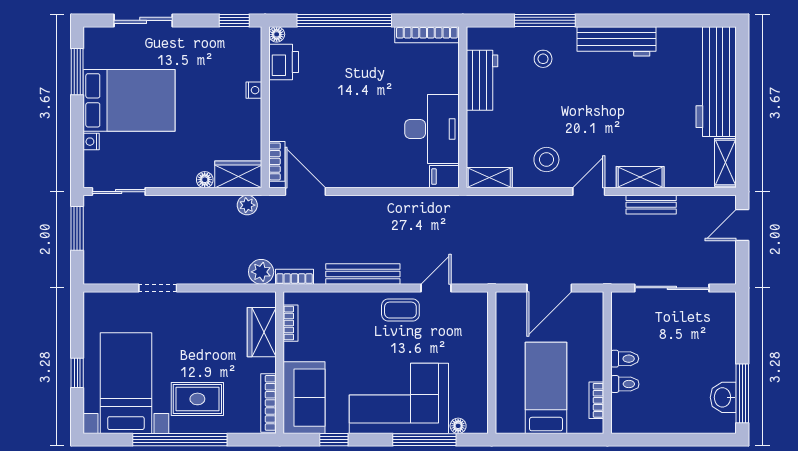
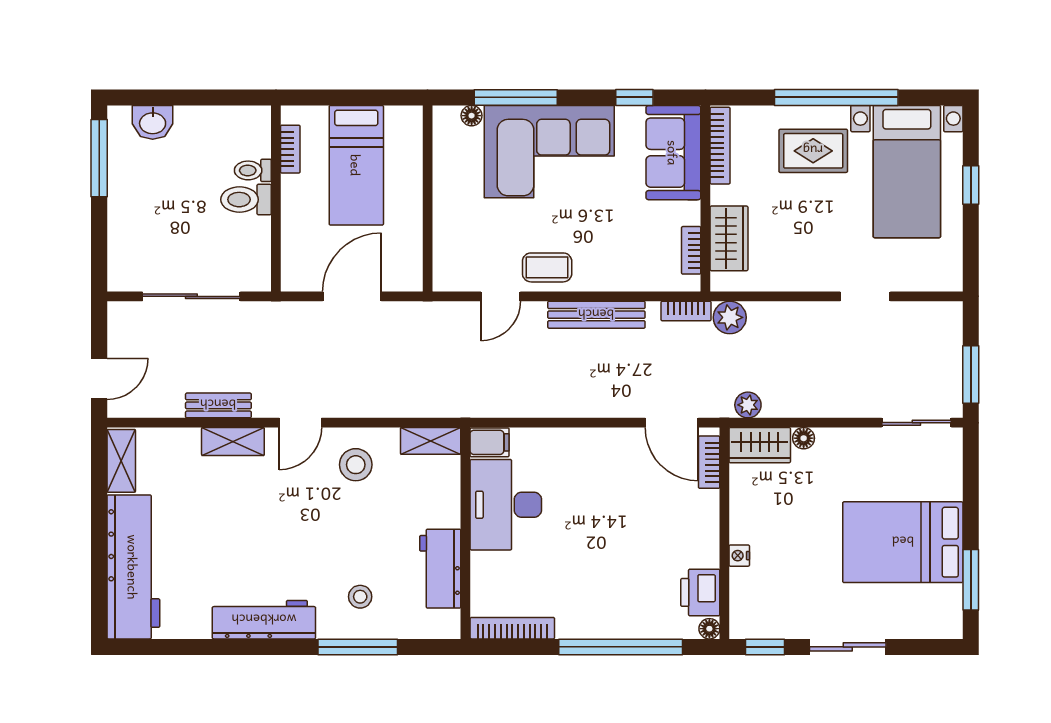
sliding door: (143, 20) -> (848, 647), moved
nightstand: (91, 142) -> (952, 488), removed
toilet: (625, 359) -> (246, 200), width x1.37, depth x1.39
washbasin: (723, 397) -> (153, 122), moved, turned 90

